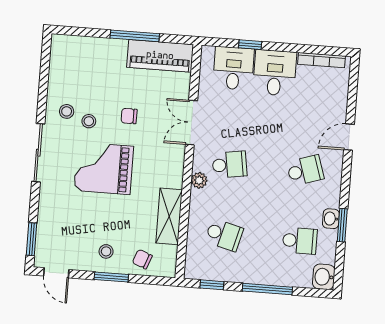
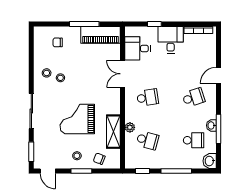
desk: (233, 68) -> (138, 48), moved, turned -90
chair: (129, 116) -> (58, 42), moved
sliding door: (38, 153) -> (31, 111), moved
grand piano: (104, 168) -> (77, 119), moved
plant: (199, 180) -> (130, 127), moved
window: (342, 225) -> (219, 129), width x1.44

